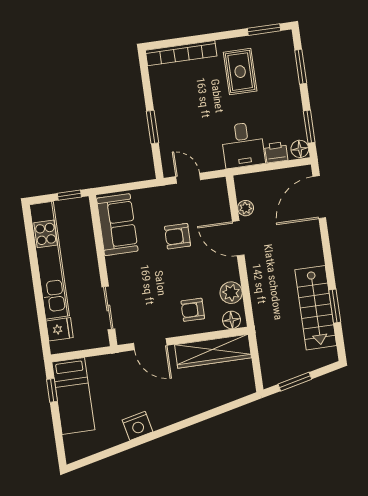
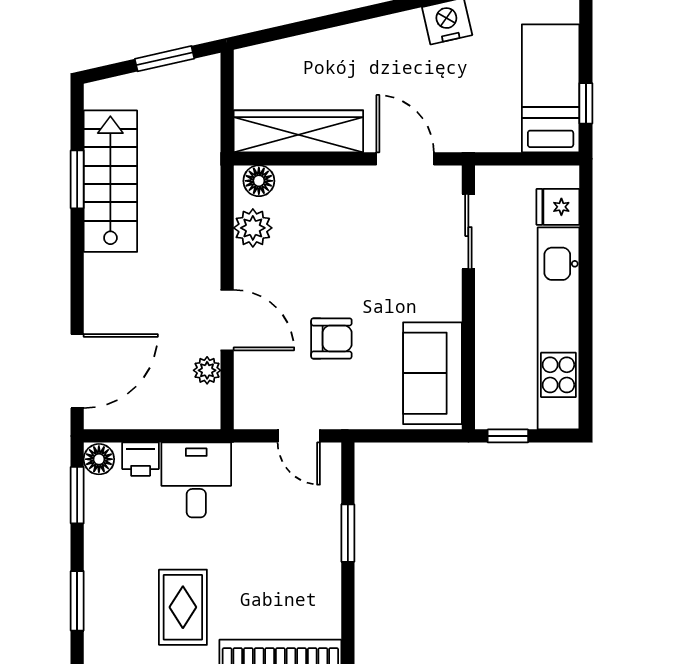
armchair: (193, 310) -> (323, 208), removed

